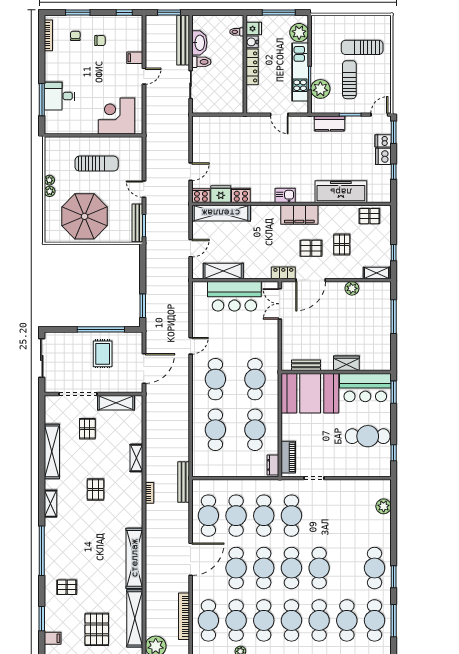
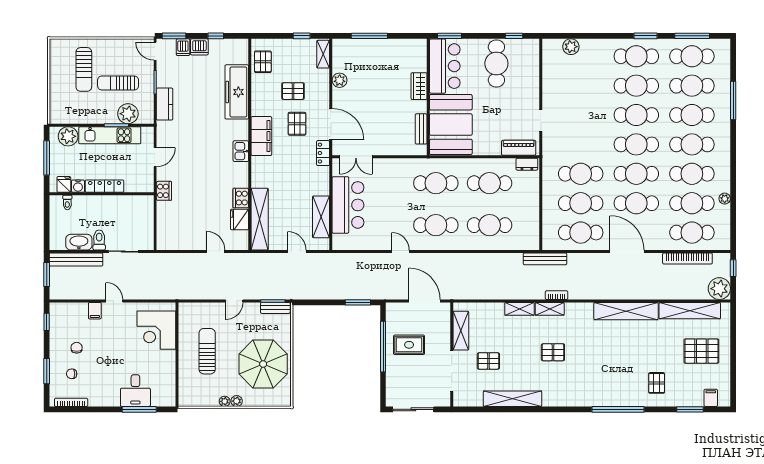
cooker: (201, 196) -> (164, 191), moved, turned 180
bench: (137, 223) -> (275, 308), width x0.73
shelving: (50, 504) -> (550, 309), moved
cafe table: (291, 516) -> (636, 86), moved

